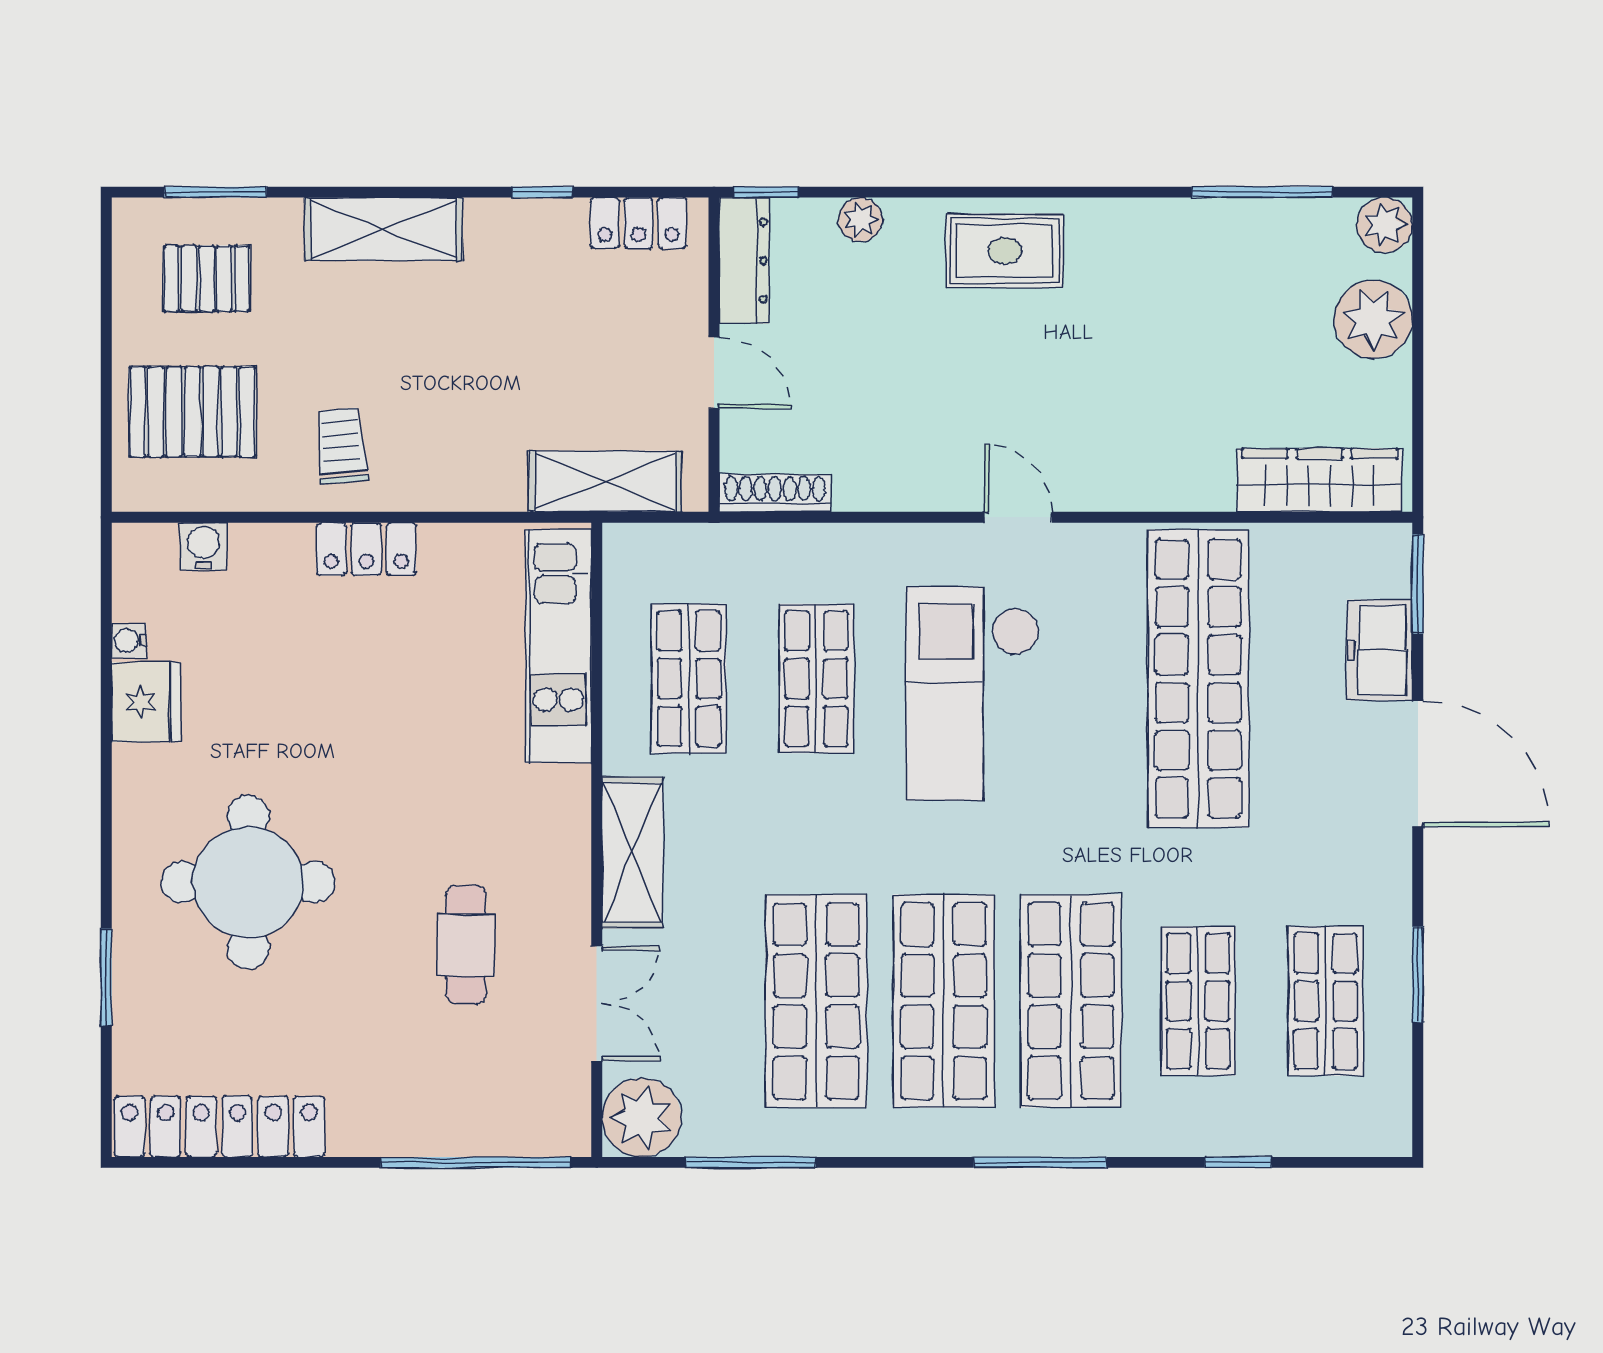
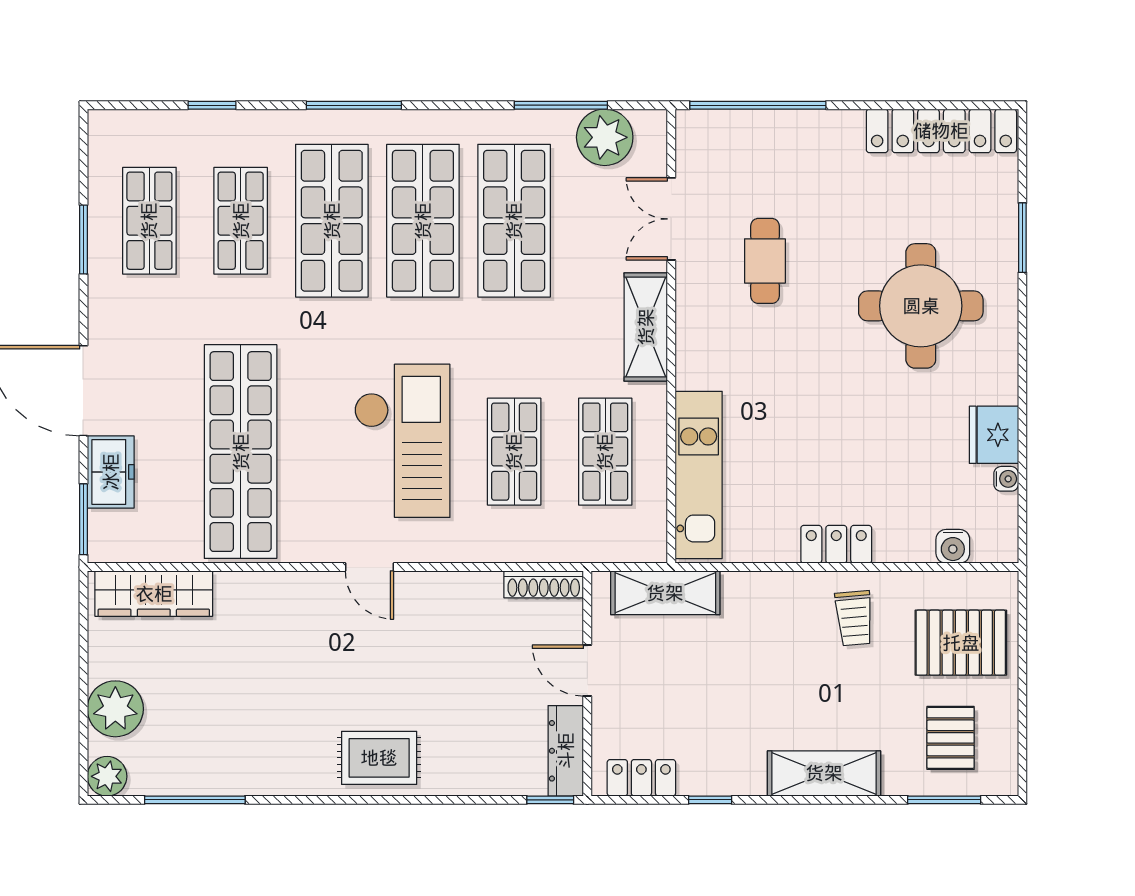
plant: (860, 220) -> (482, 780), removed
pallet: (207, 279) -> (951, 738), turned 90
plant: (642, 1118) -> (605, 137), moved

